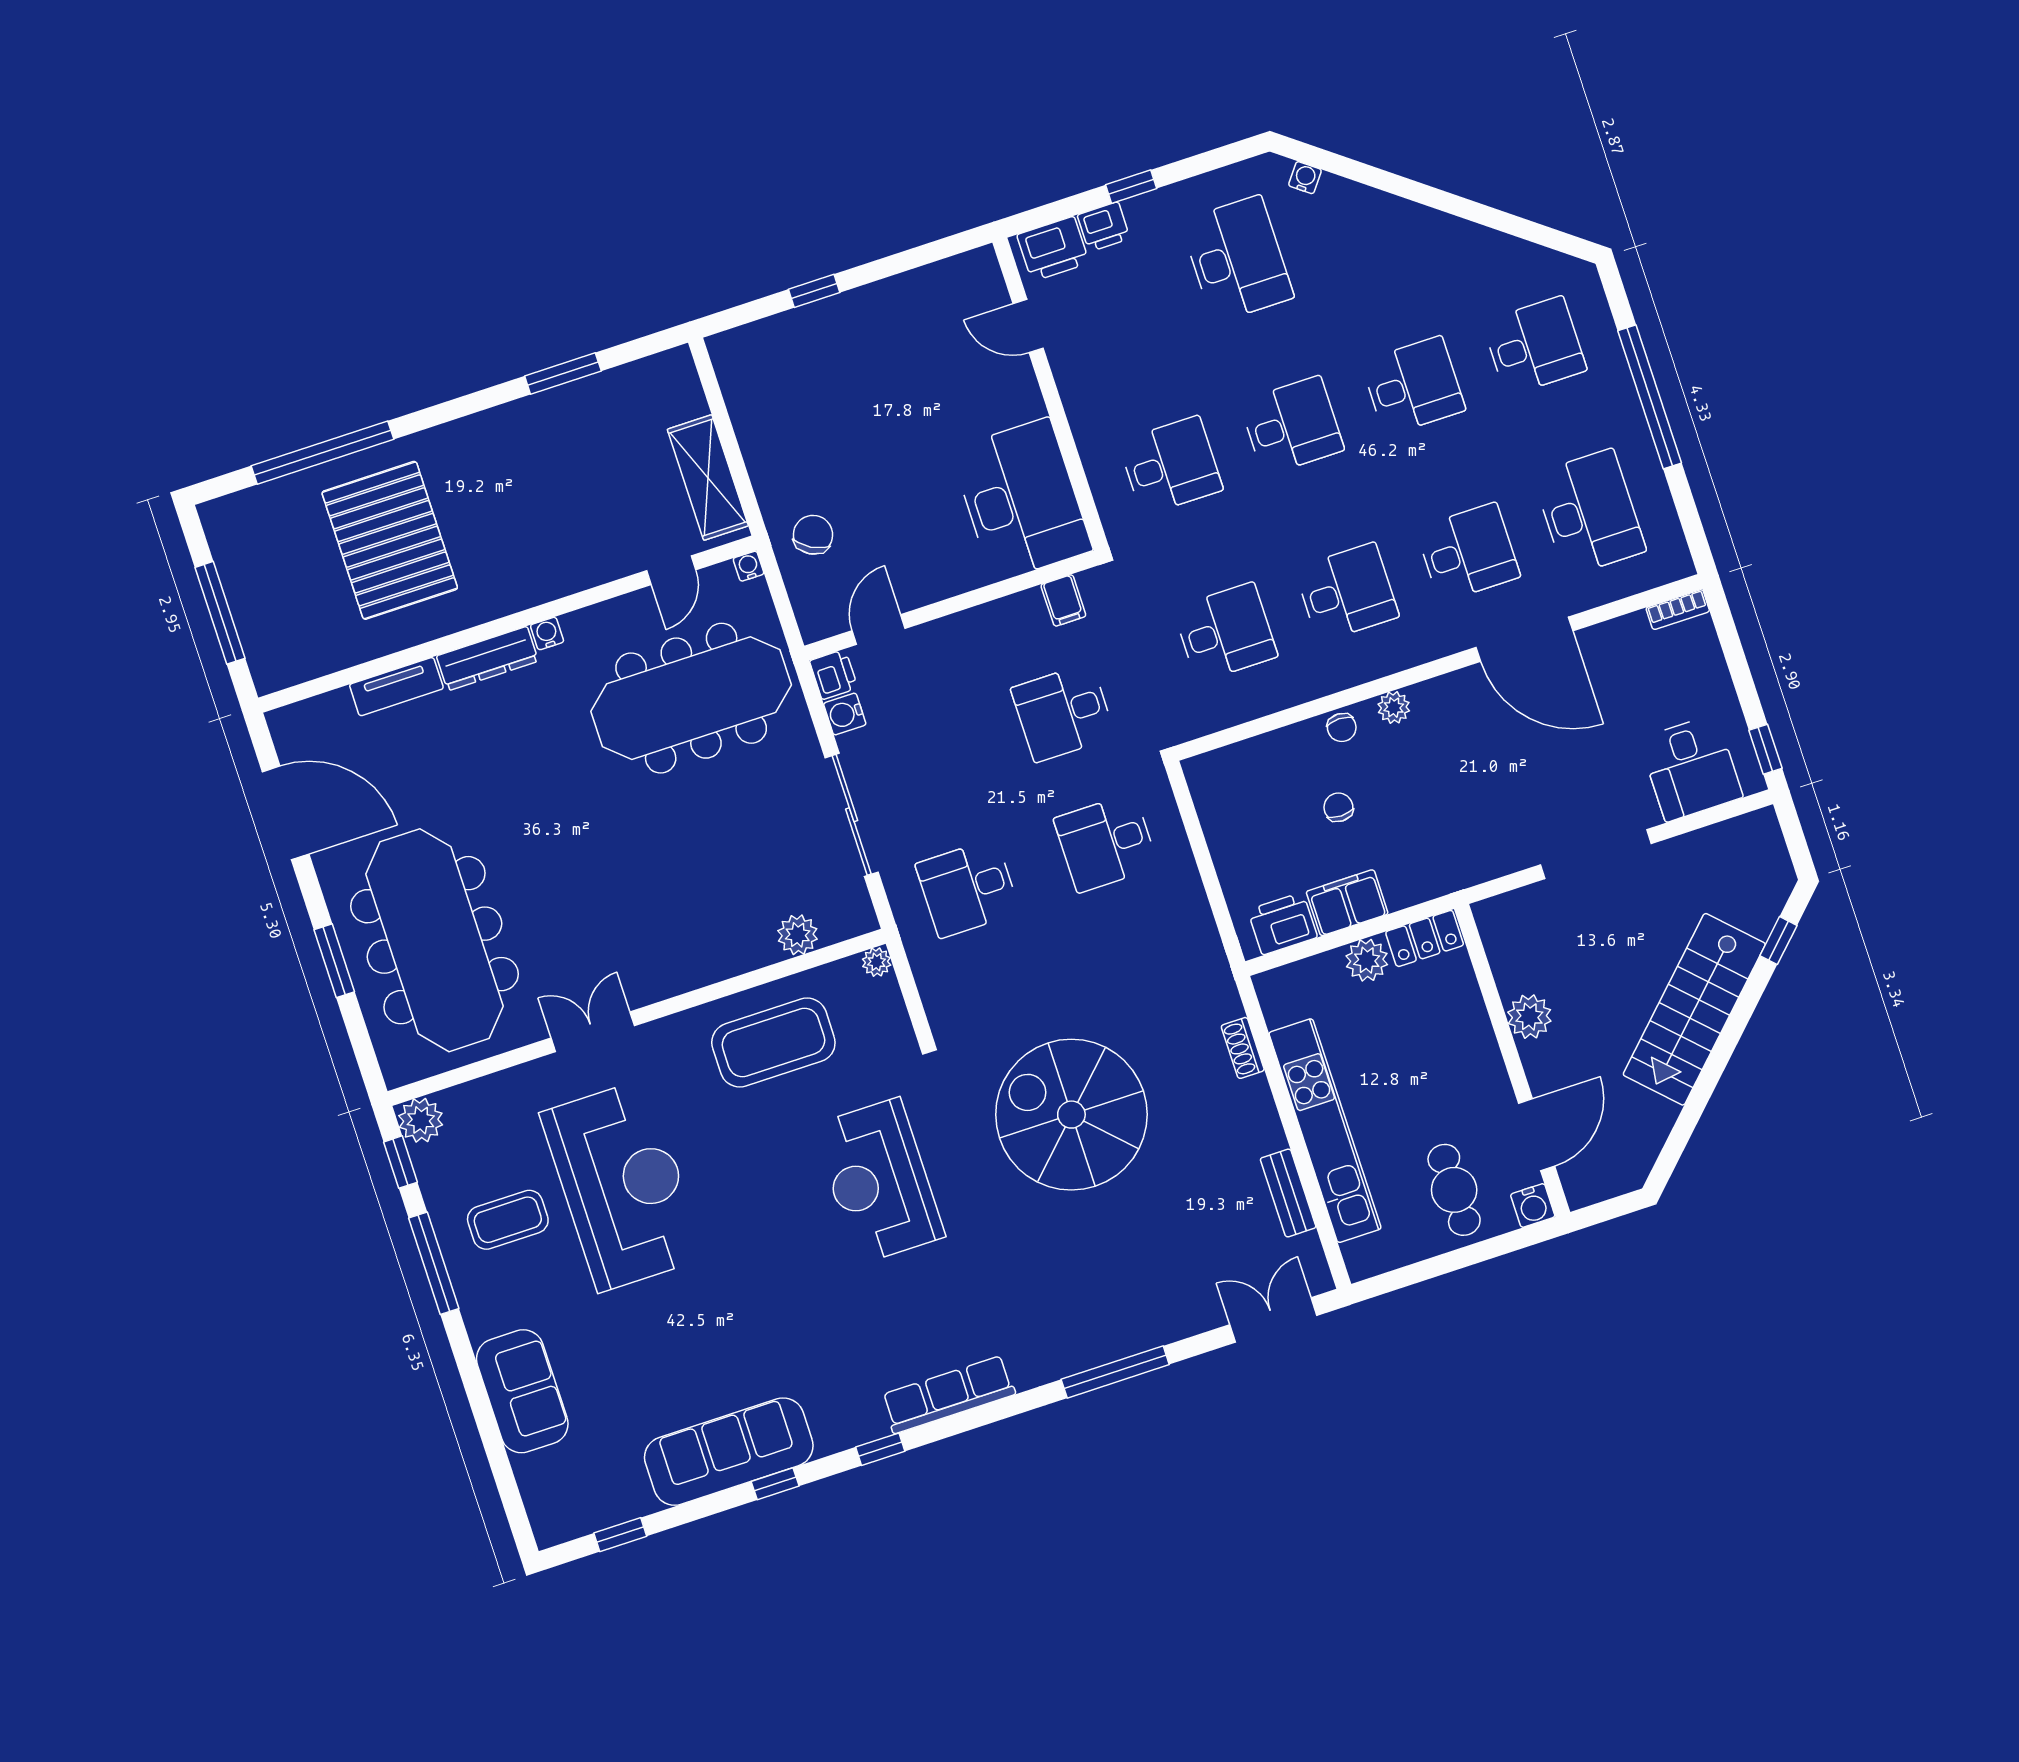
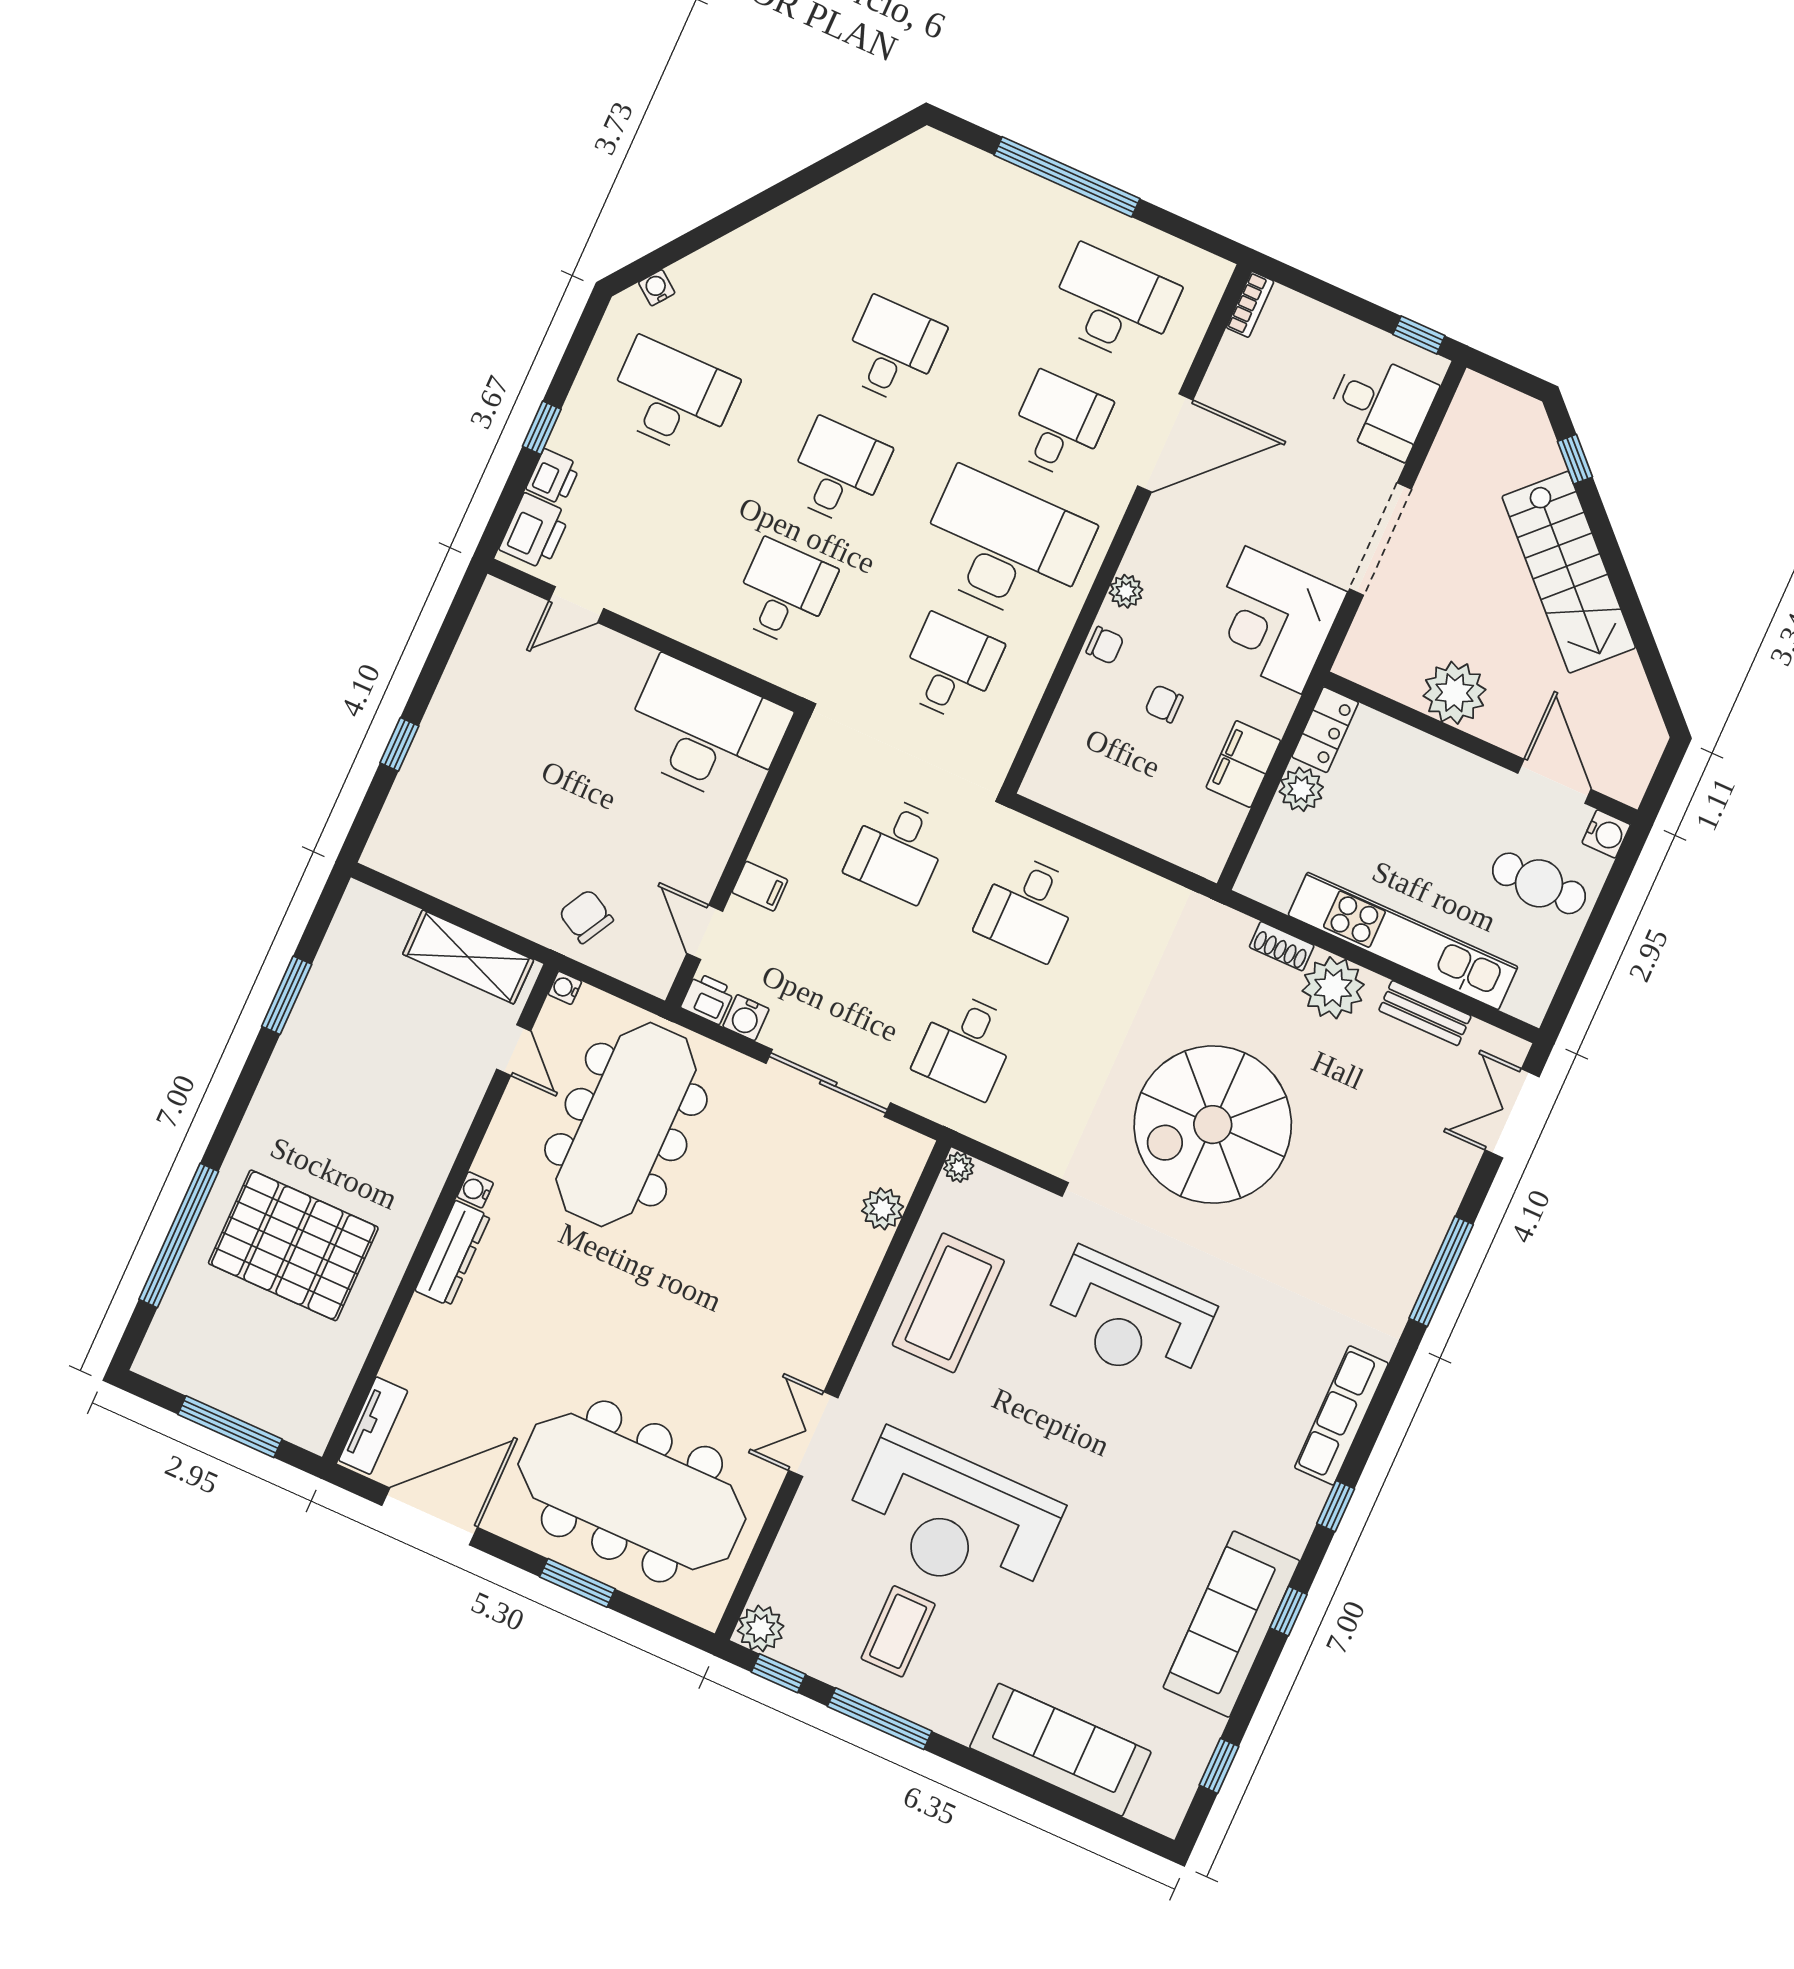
desk: (1534, 346) -> (947, 230), removed
desk: (1347, 592) -> (1005, 547), width x1.87, depth x1.30
filing cabinet: (1063, 600) -> (760, 886), moved
tv unit: (396, 687) -> (373, 1426), moved
corner desk: (1469, 831) -> (1273, 620), added
printer: (1283, 924) -> (1214, 828), removed
plant: (1529, 1017) -> (1455, 693), width x1.36, depth x1.36
plant: (1247, 1111) -> (1333, 988), added
reception desk: (623, 1185) -> (952, 1519), turned 180
sofa: (522, 1391) -> (1060, 1750), width x1.36

